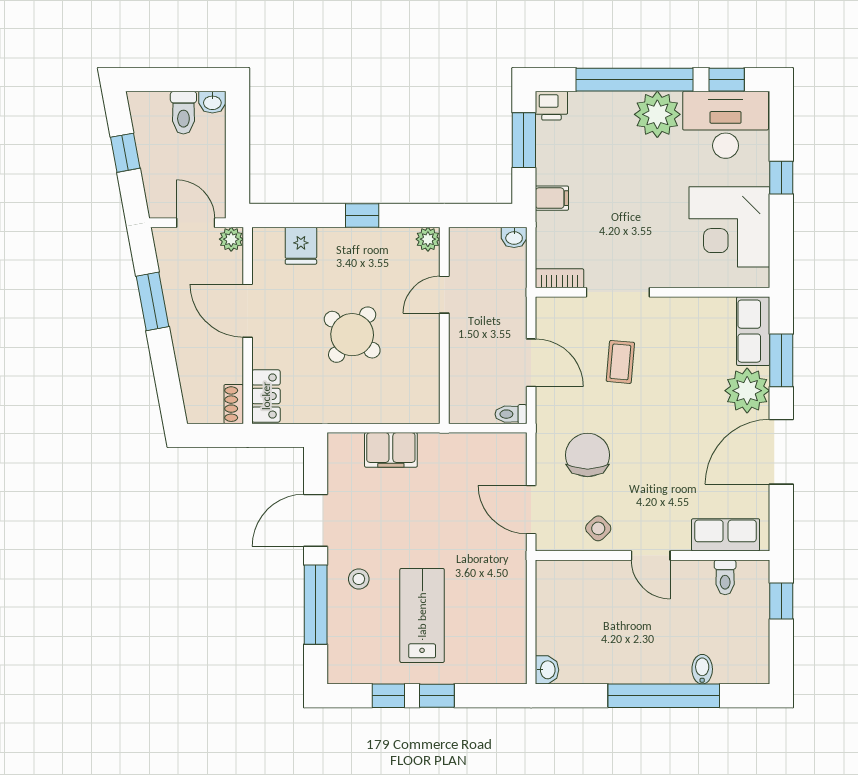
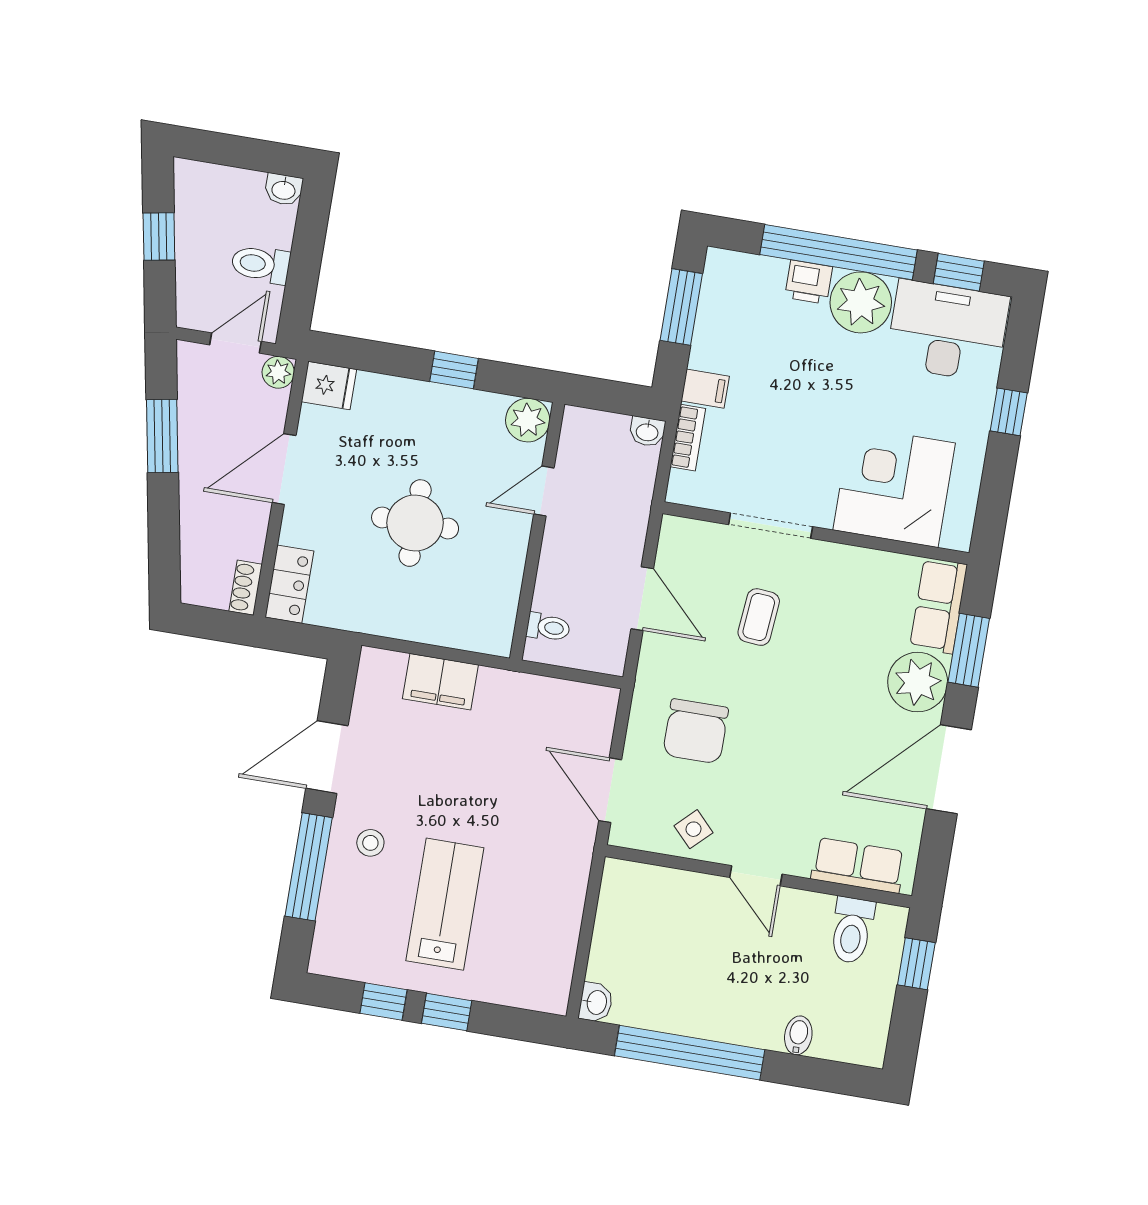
printer: (551, 106) -> (809, 282), moved
toilet: (183, 113) -> (261, 264), moved, turned 90
door: (196, 223) -> (235, 343), hinge flipped
corner desk: (729, 227) -> (894, 487), moved, turned 90
plant: (428, 239) -> (528, 420), width x1.38, depth x1.38
fridge: (301, 246) -> (329, 385), moved, turned -90
bookcase: (559, 278) -> (688, 438), moved, turned 90
door: (248, 311) -> (284, 469), hinge flipped
round table: (352, 335) -> (415, 523), turned -38
toilet: (511, 414) -> (548, 627), moved, turned 180
chair: (588, 455) -> (696, 731), turned 180
toilet: (725, 577) -> (852, 930), width x1.37, depth x1.39
window: (664, 696) -> (690, 1053), moved

